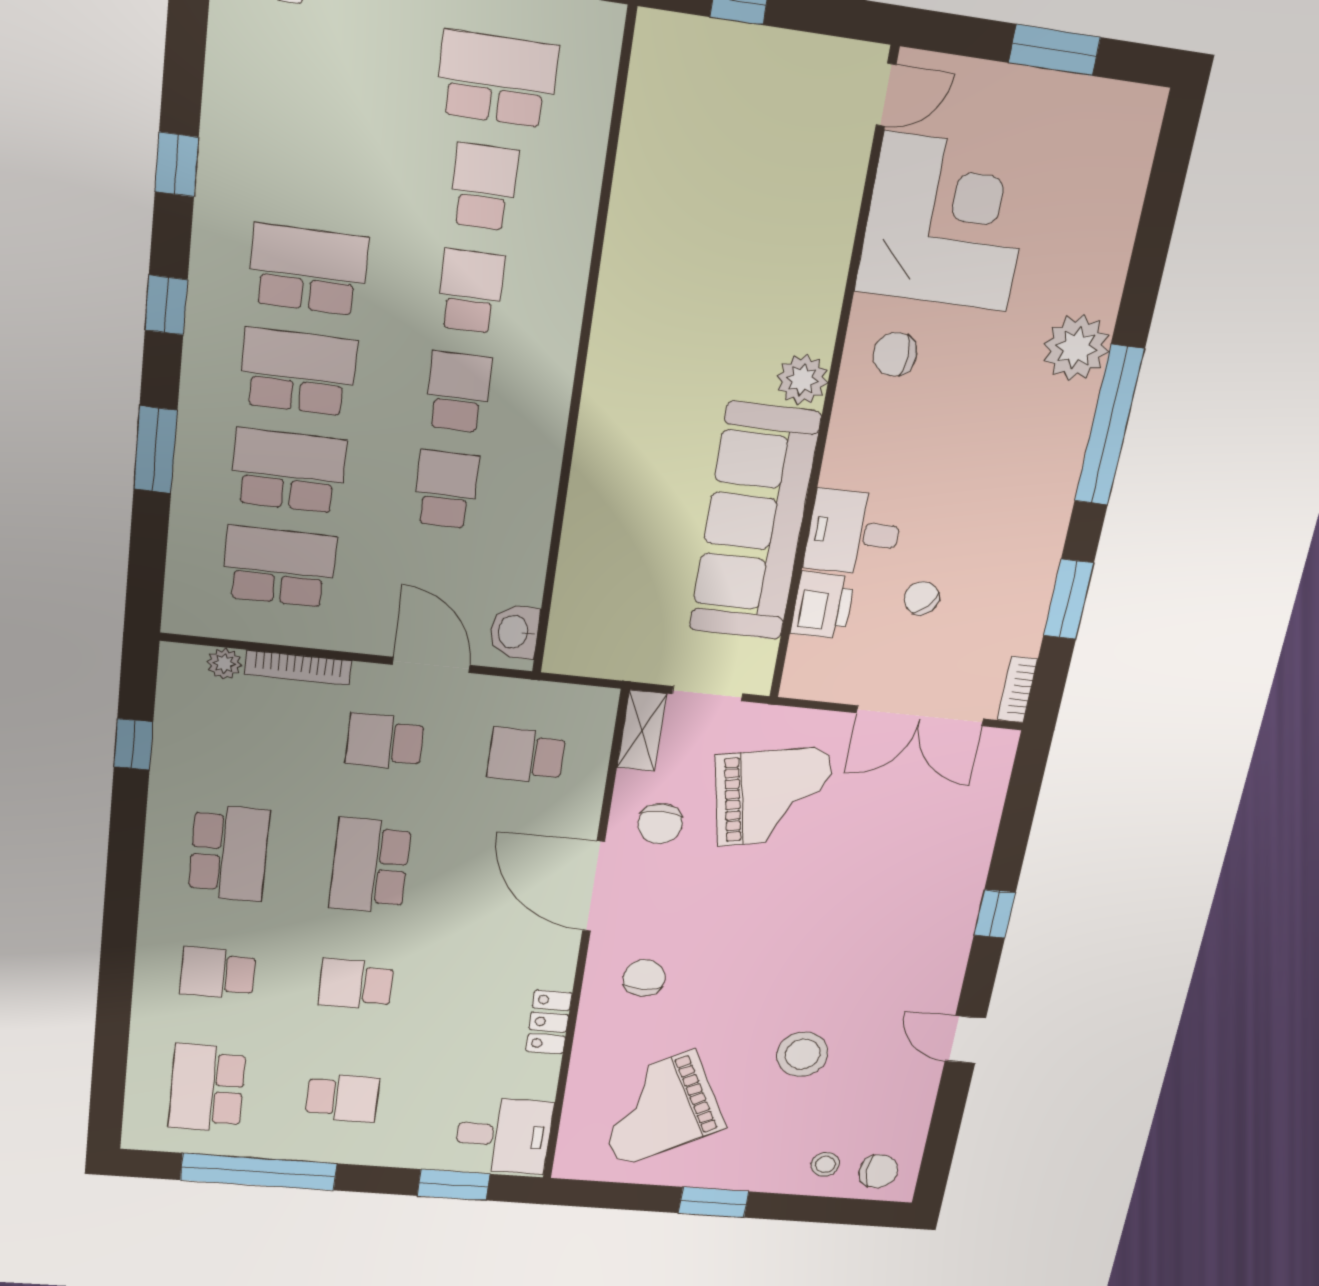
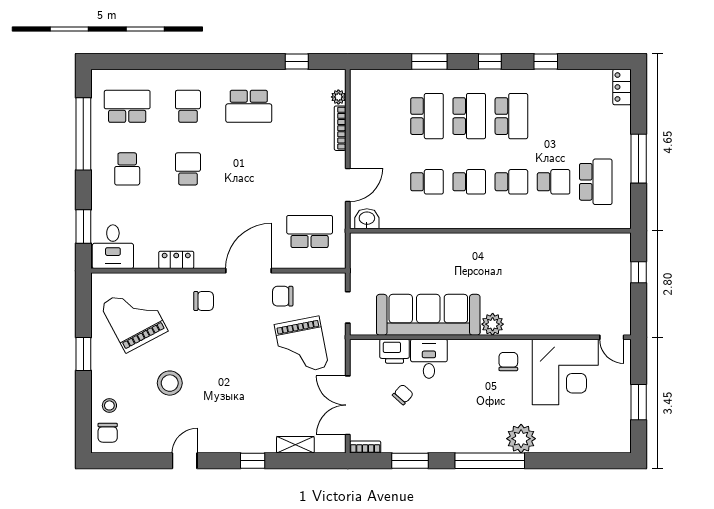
school desk: (279, 567) -> (385, 116), removed
shelving: (642, 731) -> (295, 445), moved
school desk: (385, 742) -> (310, 169), removed
school desk: (526, 756) -> (310, 231), width x1.85
school desk: (370, 866) -> (249, 169), removed

